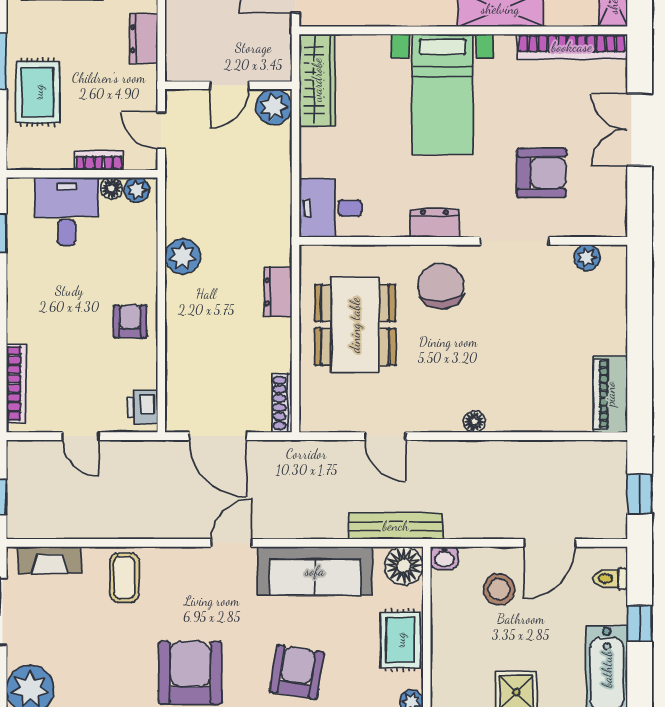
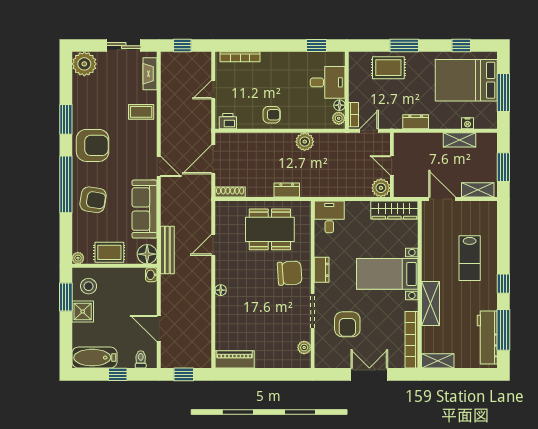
bookcase: (99, 160) -> (354, 115), moved
stool: (499, 589) -> (89, 286), moved

